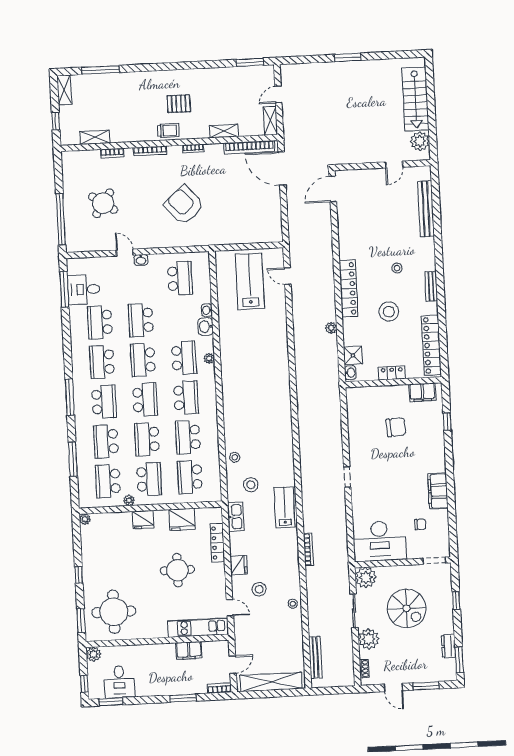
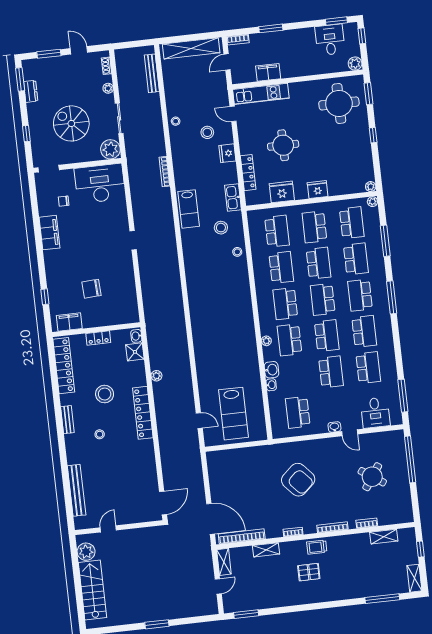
desk: (84, 289) -> (375, 413), moved, turned 90
plant: (129, 500) -> (372, 202), moved
plant: (369, 639) -> (108, 88), width x0.53, depth x0.53

